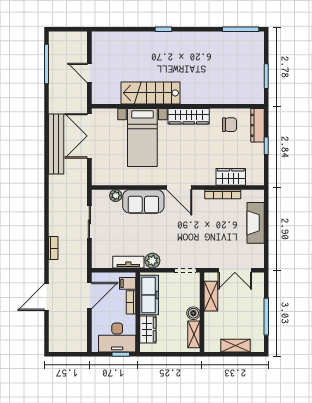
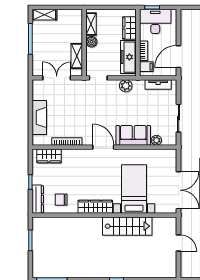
wardrobe: (231, 177) -> (49, 156), moved
tv unit: (128, 262) -> (158, 85), moved
shelving: (236, 346) -> (44, 15), moved

